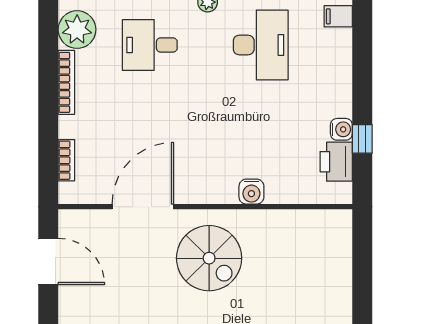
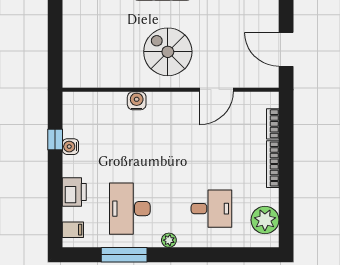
bookcase: (66, 82) -> (273, 164), moved
printer: (336, 162) -> (74, 192), moved
door: (143, 207) -> (217, 90), width x0.73

